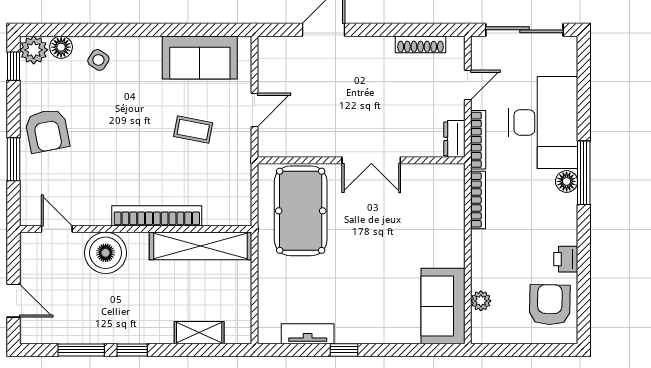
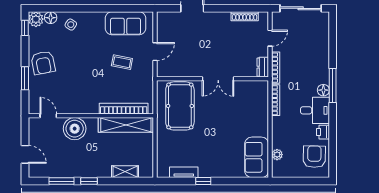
desk: (543, 122) -> (315, 110), moved, width x0.53, depth x0.77
bookcase: (157, 216) -> (124, 109), moved

